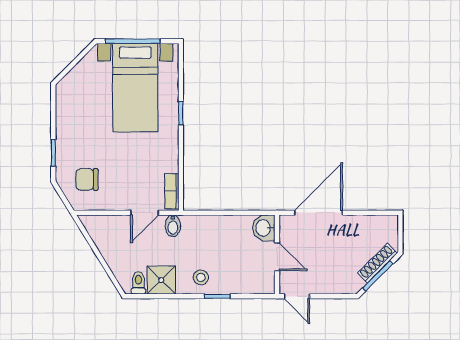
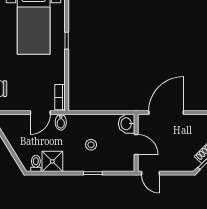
stool: (201, 277) -> (91, 145), moved

